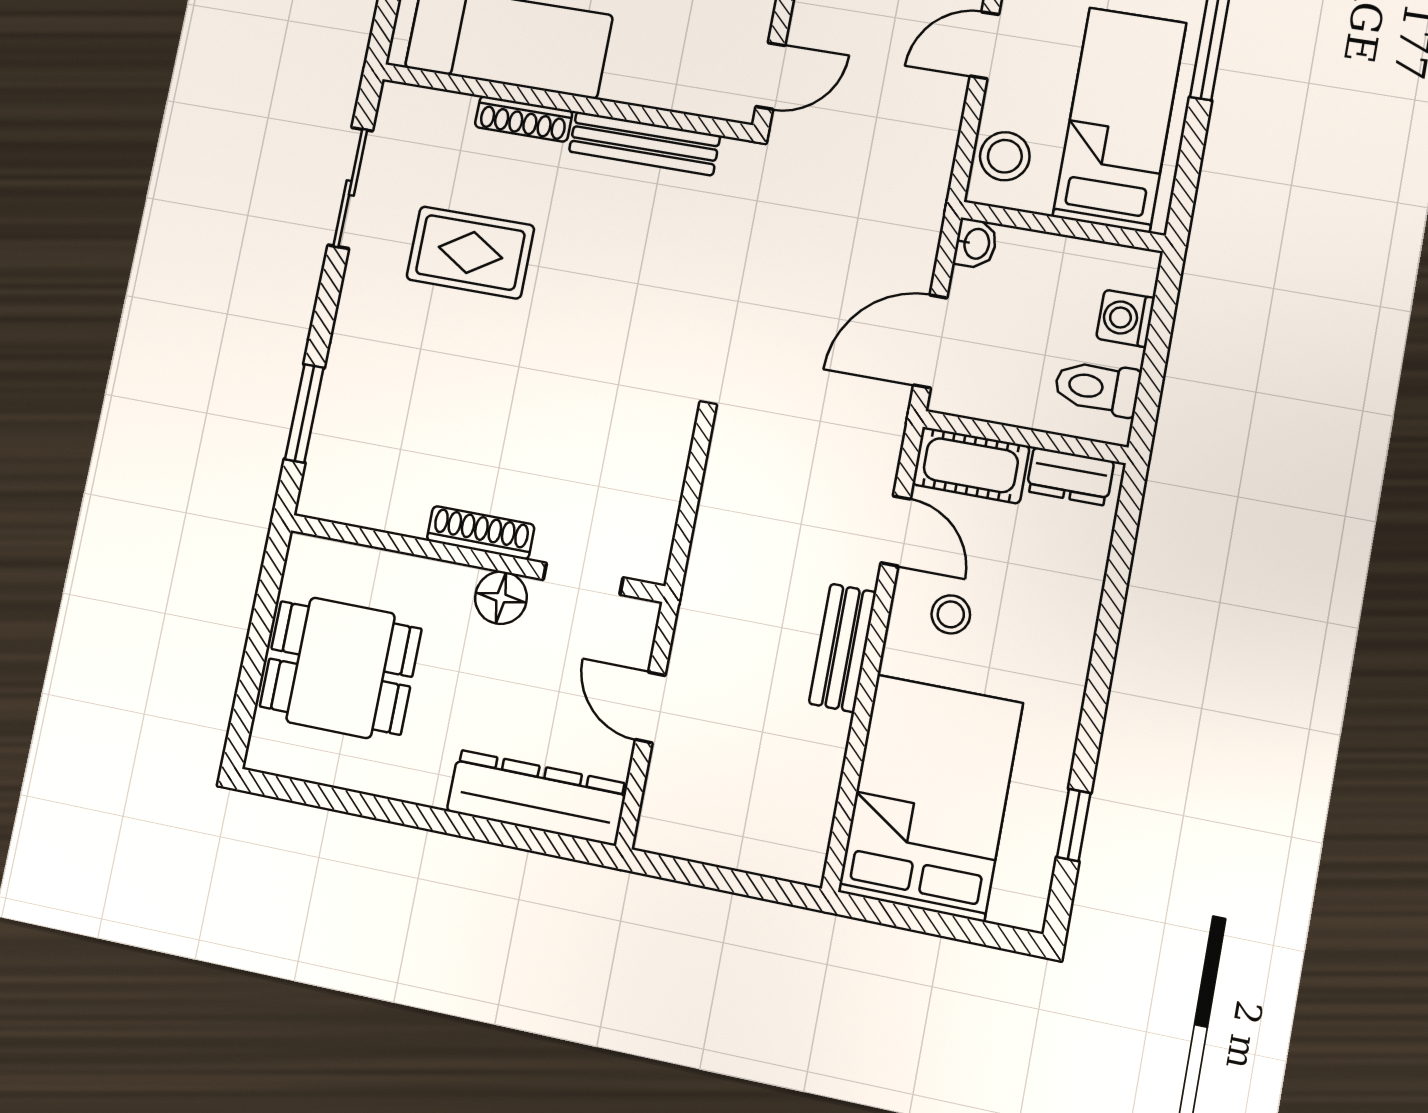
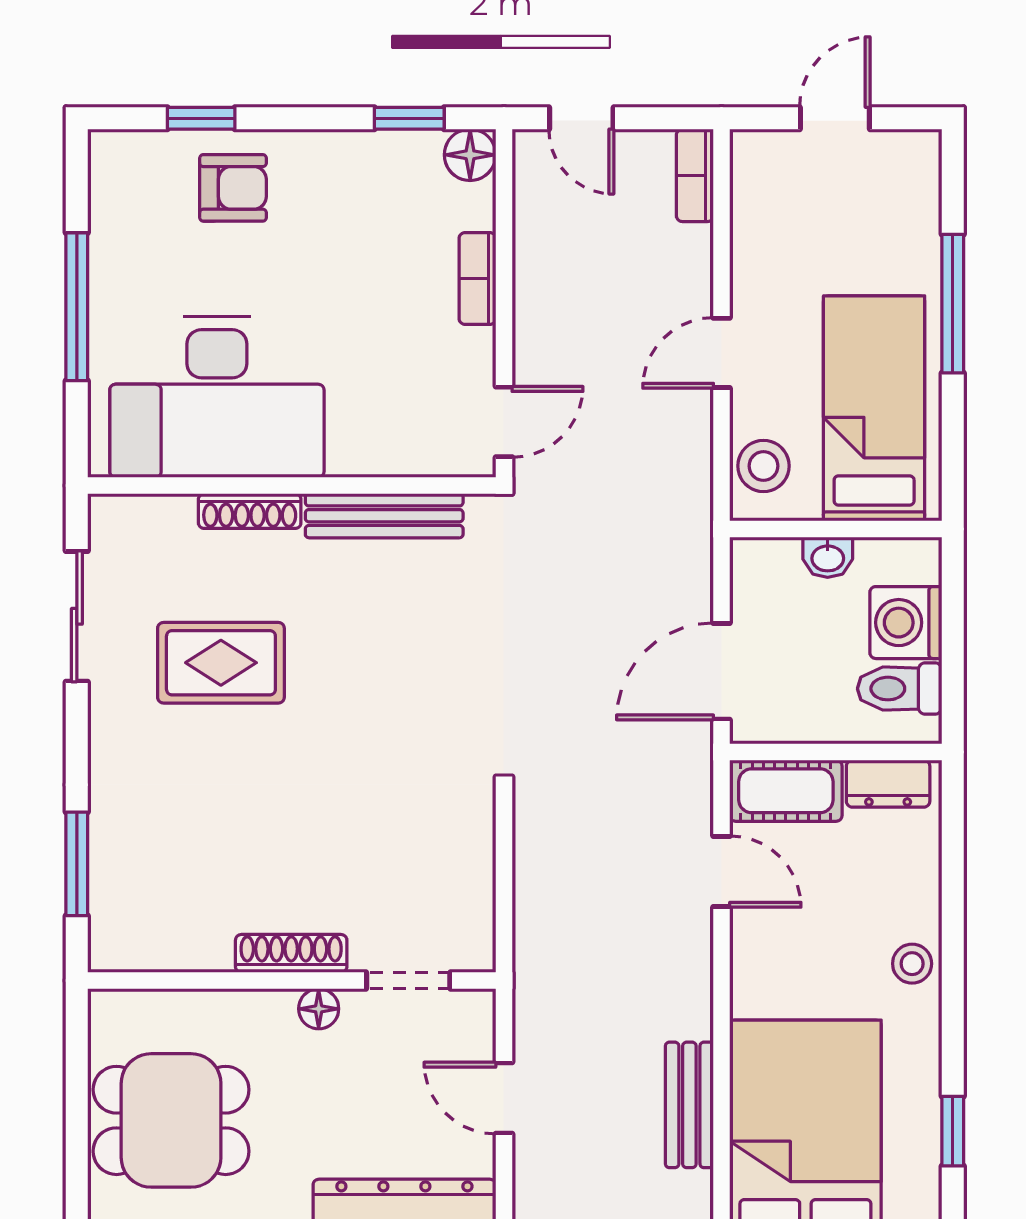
washbasin: (976, 244) -> (828, 557), moved, turned 90
washing machine: (1125, 318) -> (906, 623), width x1.38, depth x1.38
floor lamp: (501, 598) -> (319, 1009), width x0.73, depth x0.73
stool: (951, 614) -> (912, 964), moved
bench: (843, 648) -> (689, 1105), moved

